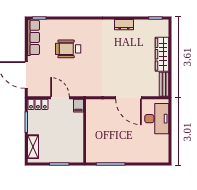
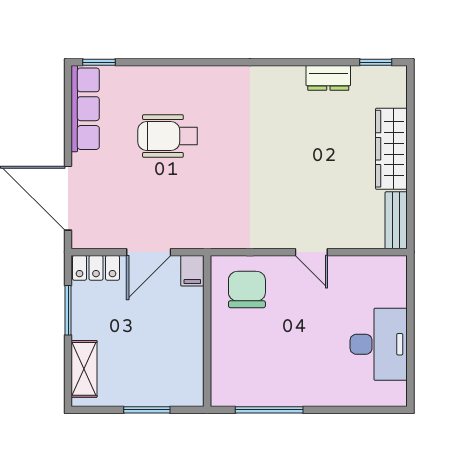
dresser: (124, 25) -> (328, 78), moved
door: (60, 98) -> (149, 252), swing flipped
door: (128, 98) -> (311, 252), width x0.53
chair: (101, 113) -> (247, 290), added
desk: (157, 119) -> (379, 344), moved

